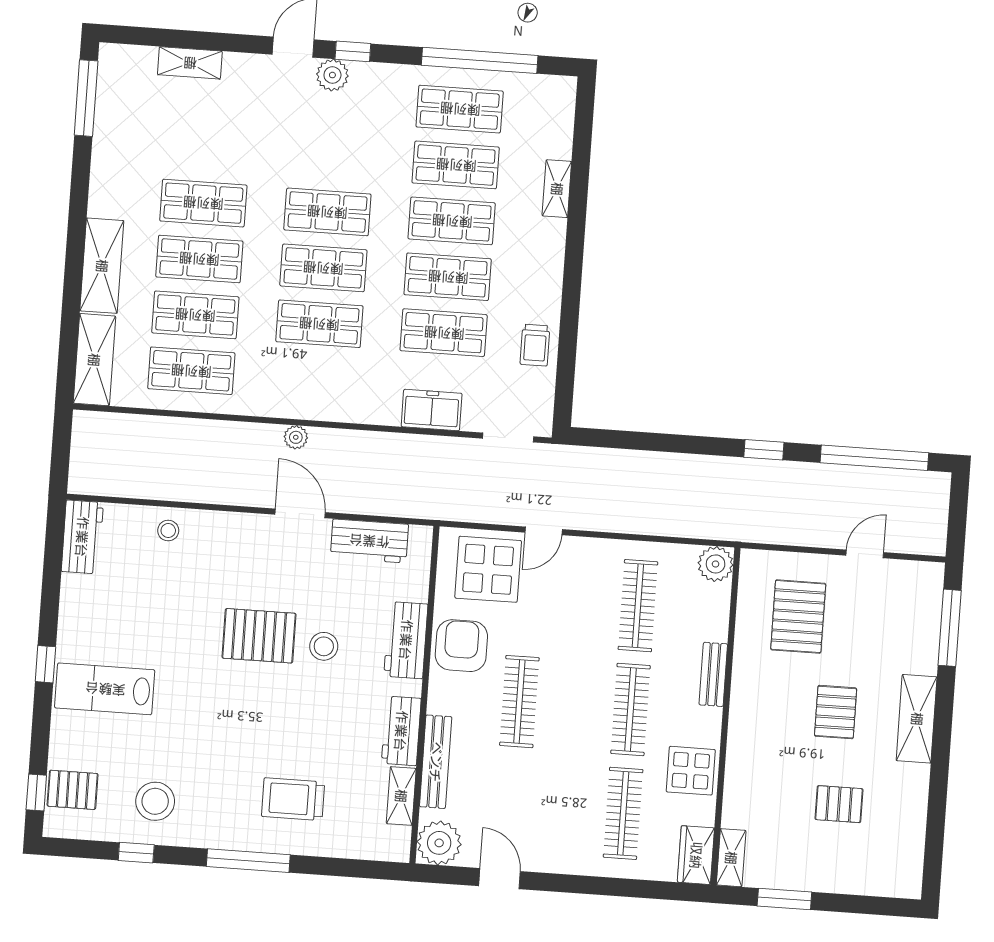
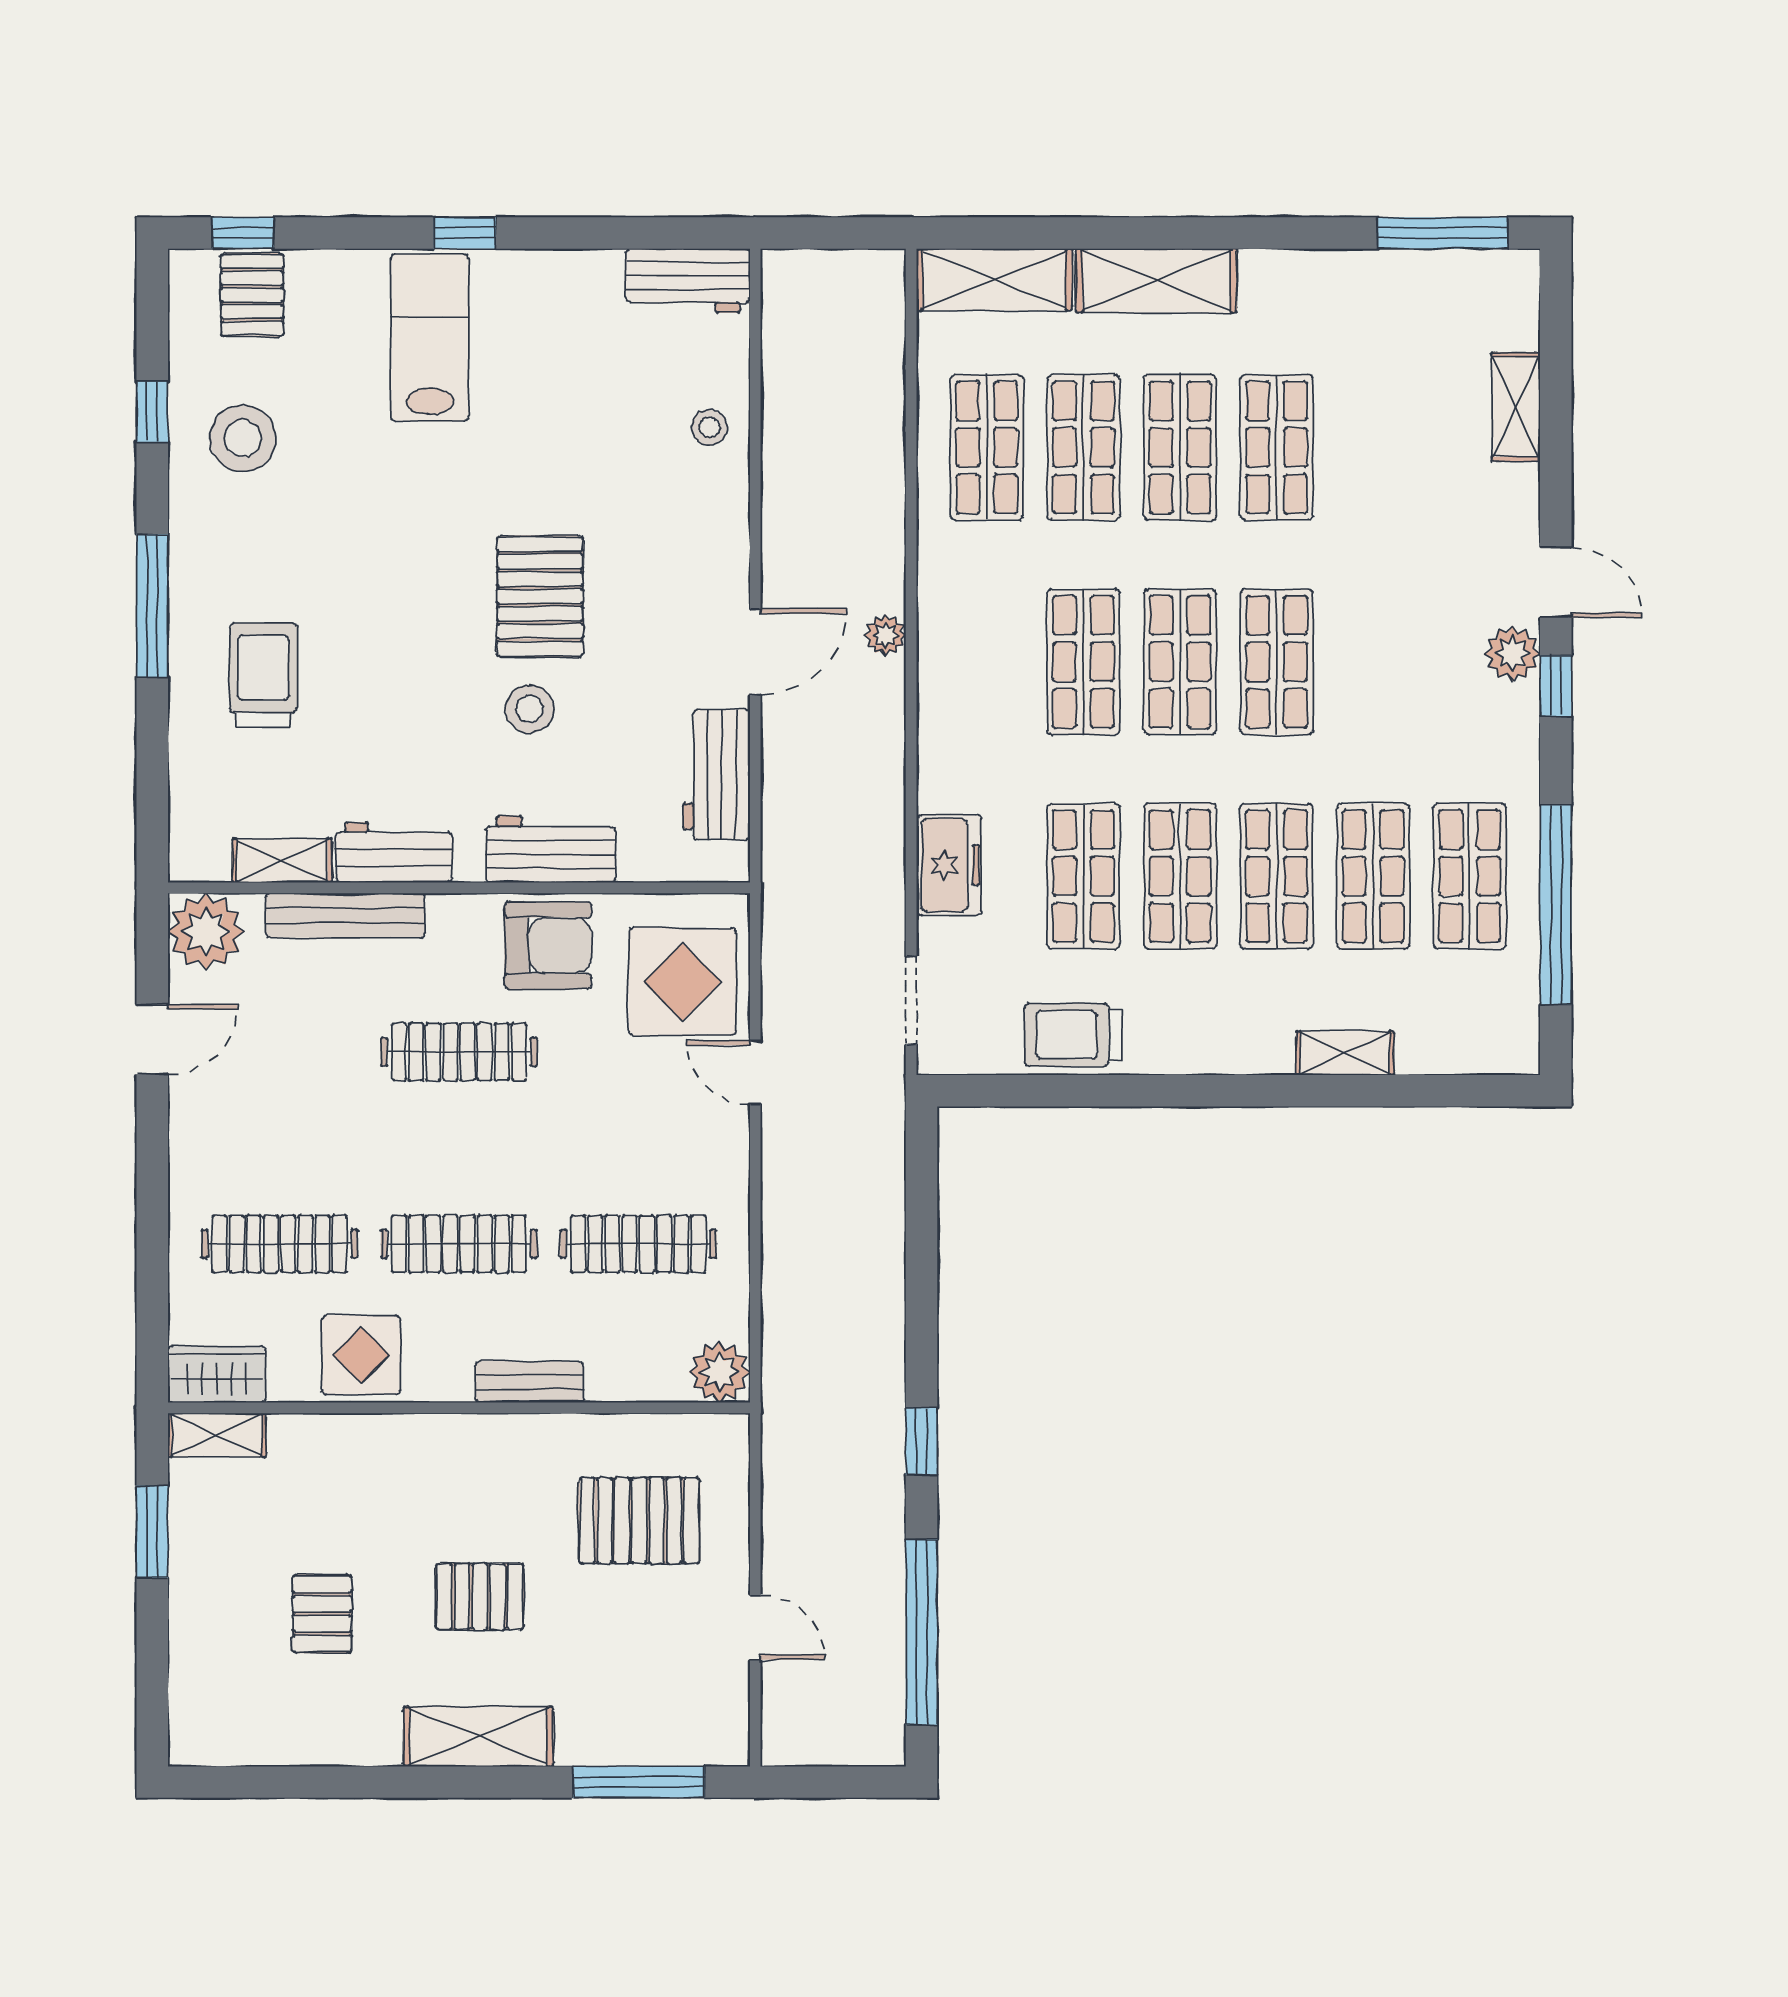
trolley: (535, 345) -> (1073, 1035), width x1.36, depth x1.39

